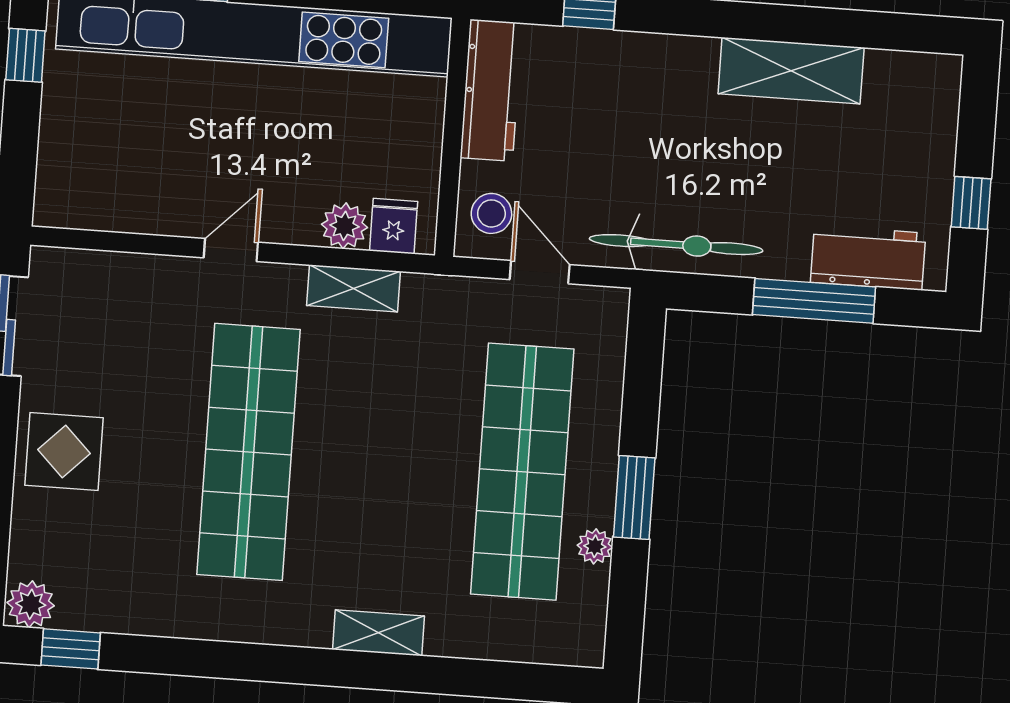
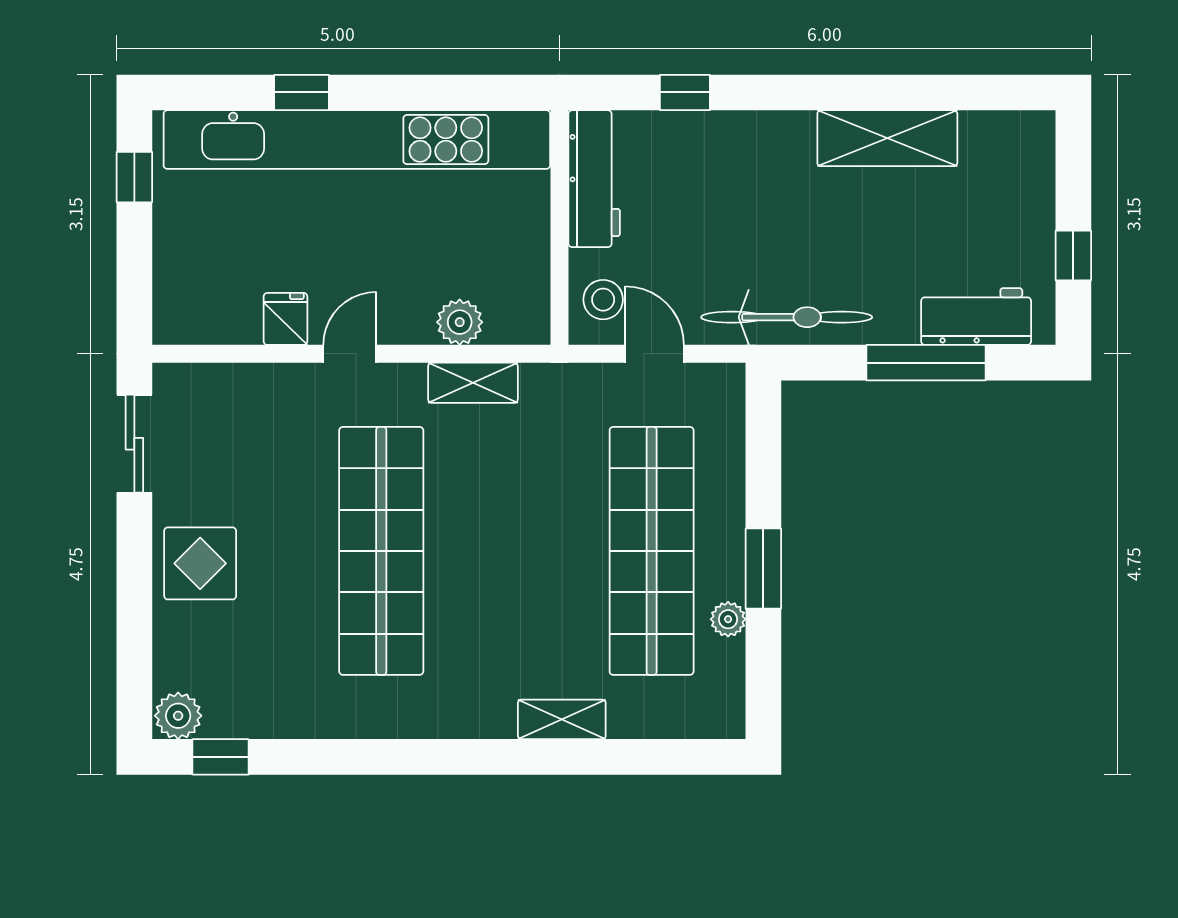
fridge: (394, 226) -> (285, 319), moved
shelving: (379, 633) -> (562, 719), moved

